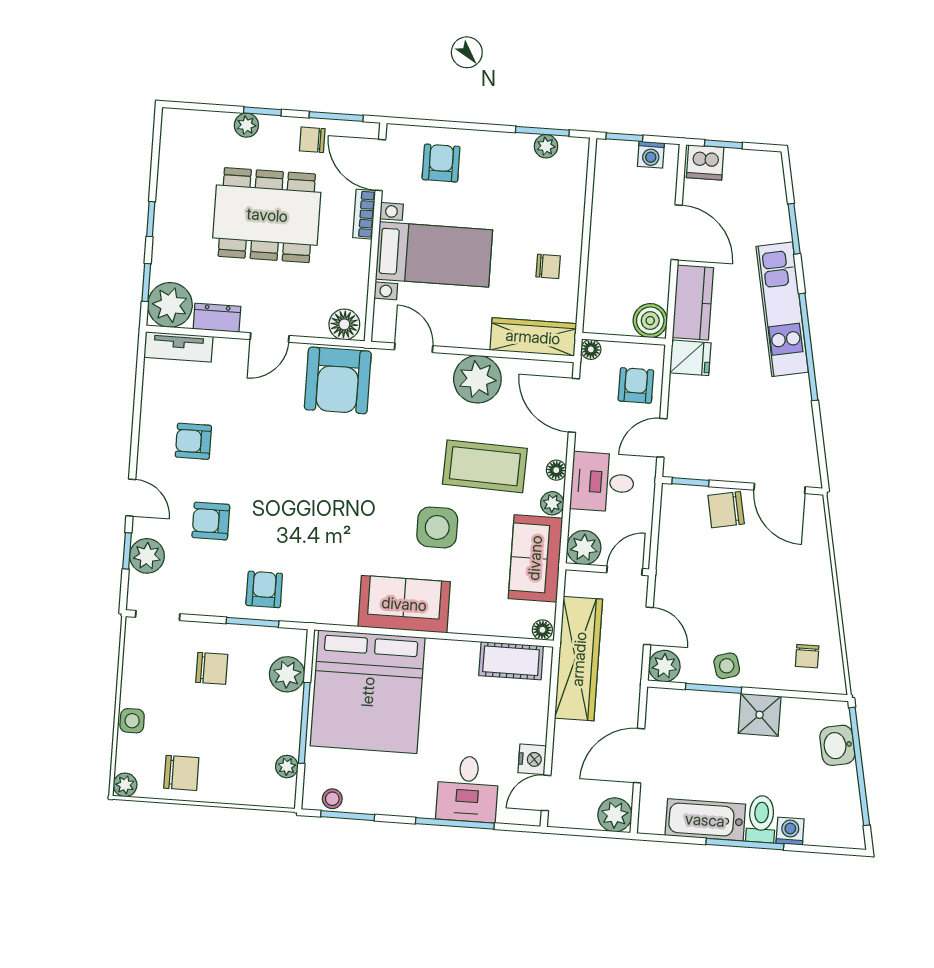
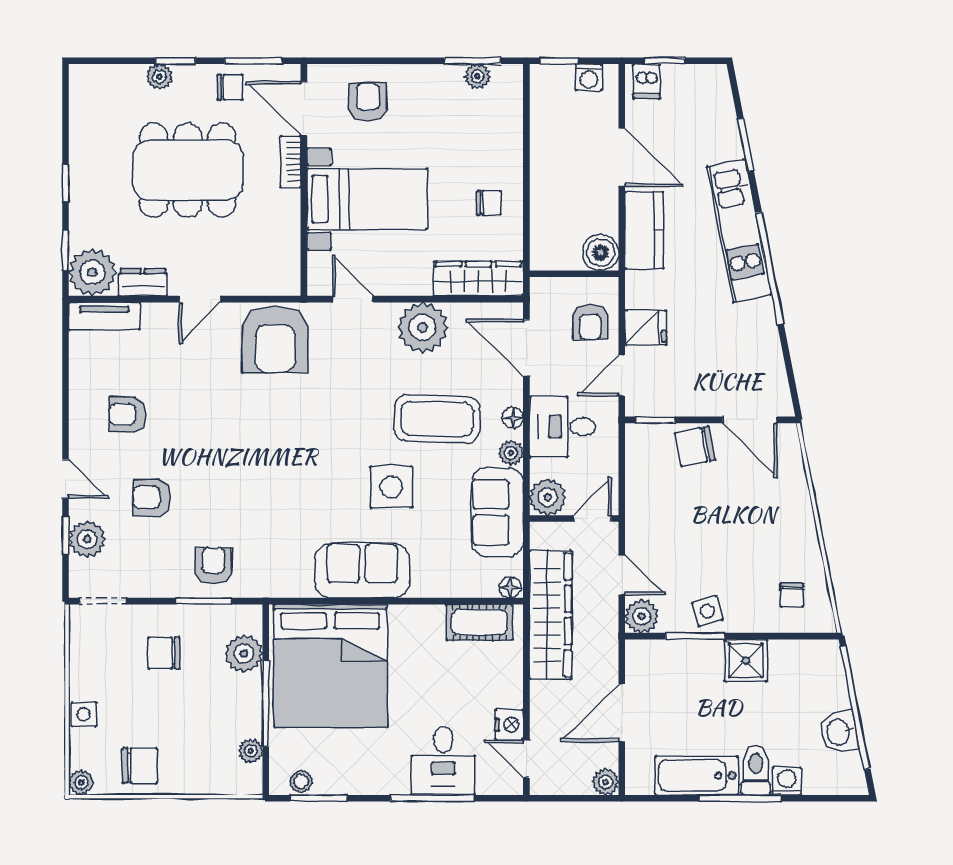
chair: (312, 140) -> (230, 87), turned 180
dishwasher: (705, 162) -> (647, 81), width x0.73
floor lamp: (344, 324) -> (278, 280), removed
floor lamp: (591, 349) -> (540, 287), removed
fridge: (690, 358) -> (646, 327), moved
armchair: (636, 385) -> (590, 322), turned 180
chair: (212, 668) -> (164, 653), turned 180
washbasin: (837, 745) -> (839, 732), moved
door: (546, 793) -> (526, 759), hinge flipped
plant: (615, 815) -> (606, 782), width x0.73, depth x0.73

